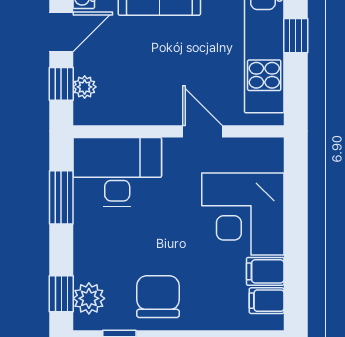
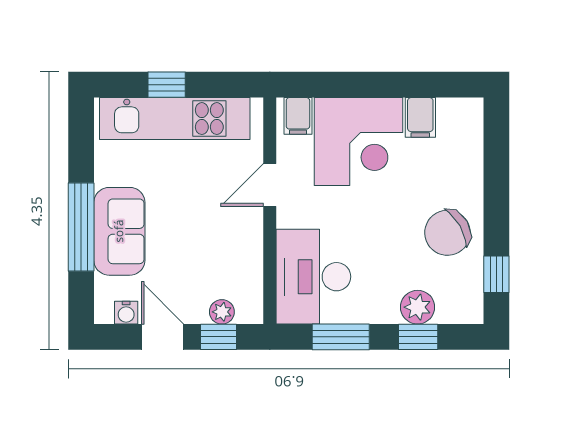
window: (61, 294) -> (418, 337), moved
chair: (158, 297) -> (447, 233), turned -30
plant: (89, 298) -> (418, 307), moved
filing cabinet: (267, 301) -> (298, 116), moved

